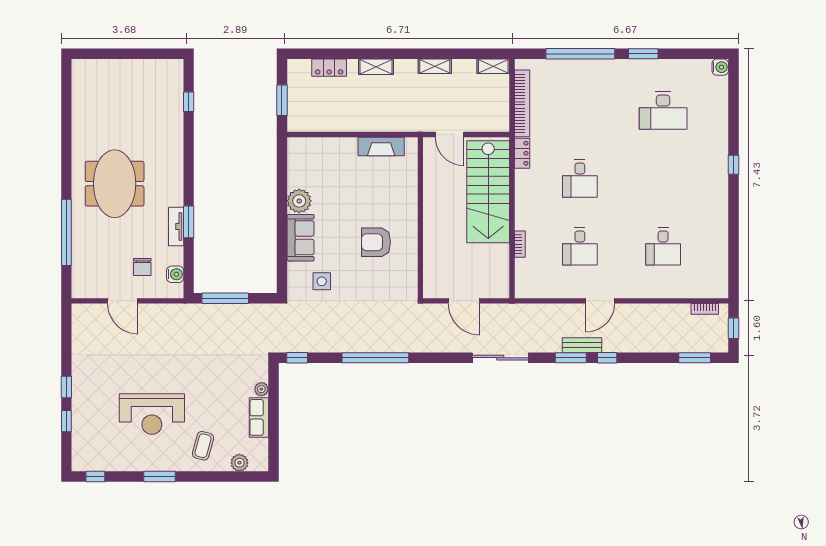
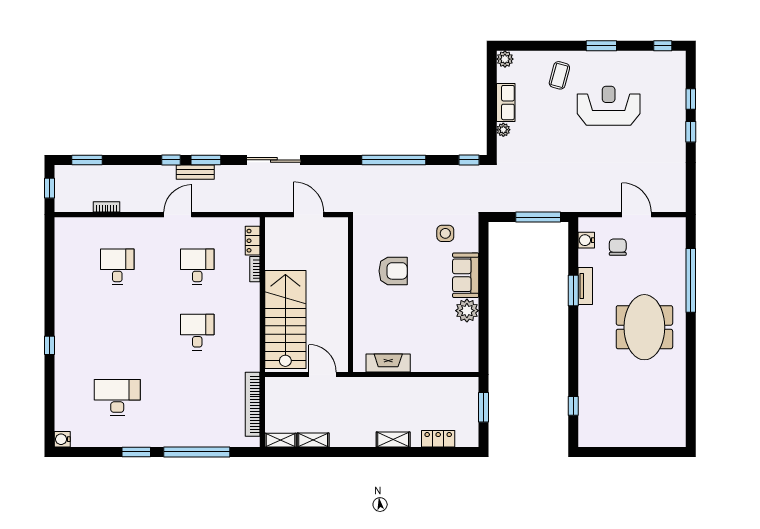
shelving: (435, 66) -> (313, 440), moved
locker: (522, 153) -> (253, 241), moved
bookcase: (705, 309) -> (106, 207), moved
plant: (239, 463) -> (505, 59), moved

